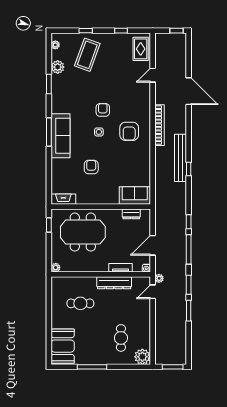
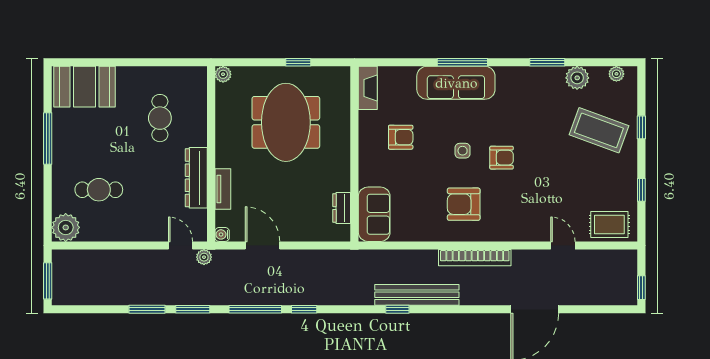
sofa: (135, 196) -> (374, 214), moved
fireplace: (63, 199) -> (368, 88), moved
wall: (101, 207) -> (354, 154), moved
dresser: (131, 214) -> (342, 208), moved

